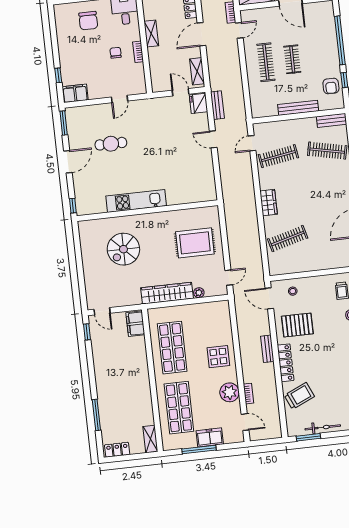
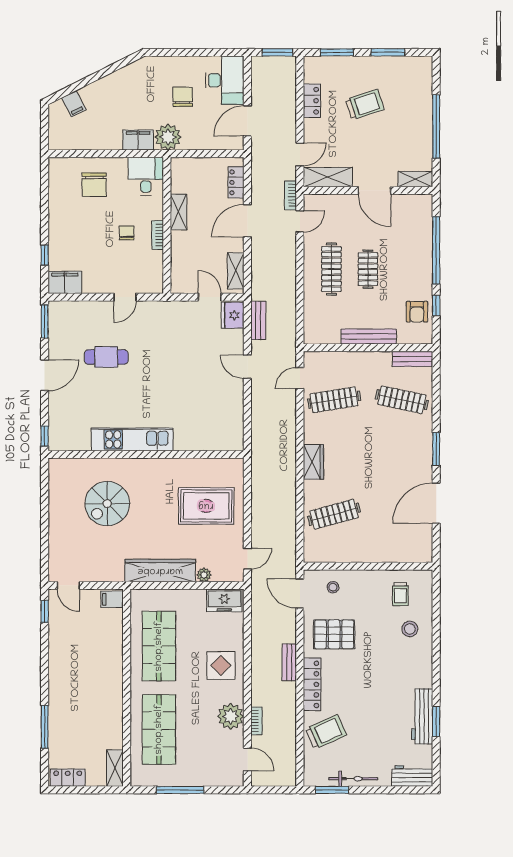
filing cabinet: (135, 324) -> (112, 599), width x0.50
freezer: (210, 437) -> (224, 600), moved, turned 180

